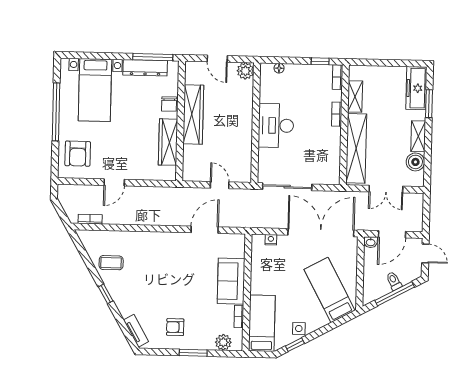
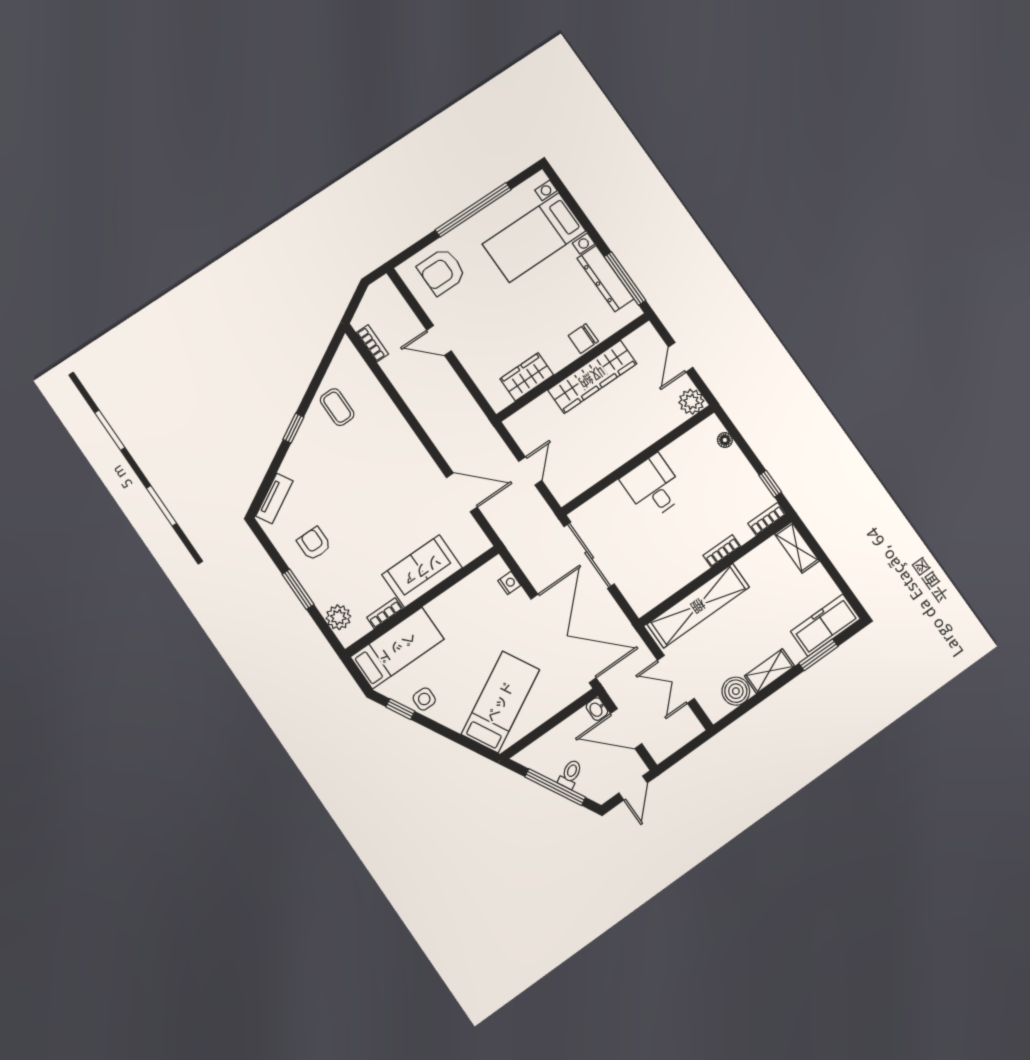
shelving: (355, 97) -> (797, 547), moved, turned 90
desk: (276, 126) -> (653, 487), width x0.73
wardrobe: (168, 142) -> (527, 377), width x0.67

